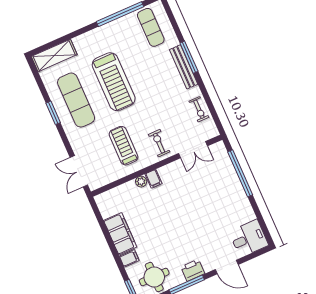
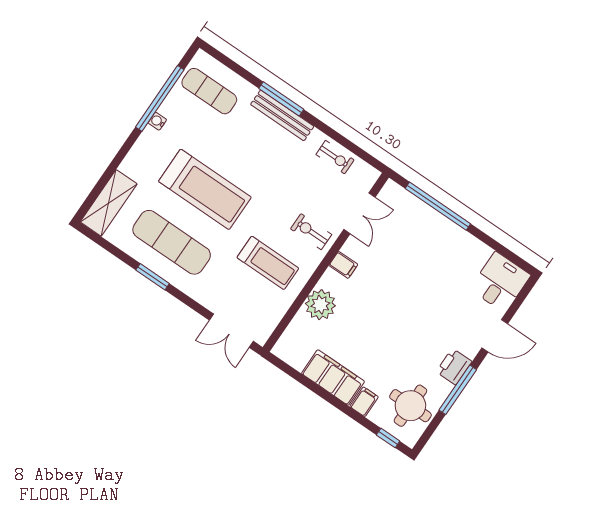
water cooler: (111, 26) -> (157, 121), added
treadmill: (123, 146) -> (268, 263), turned 180
filing cabinet: (153, 179) -> (343, 265), moved
plant: (141, 182) -> (320, 305), width x1.87, depth x1.87

